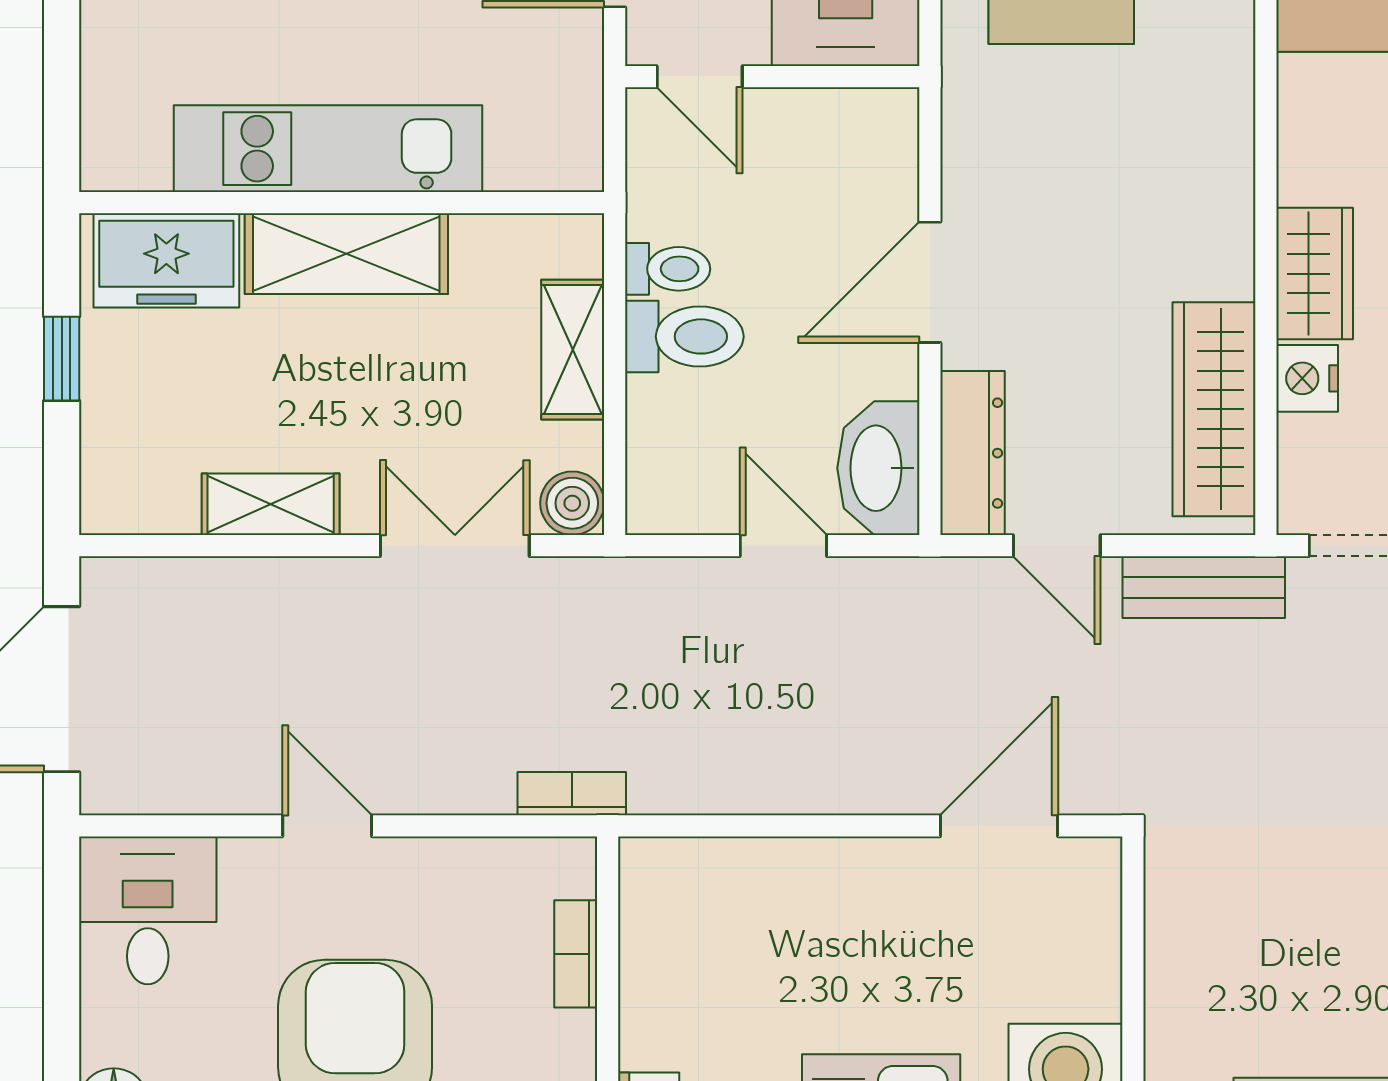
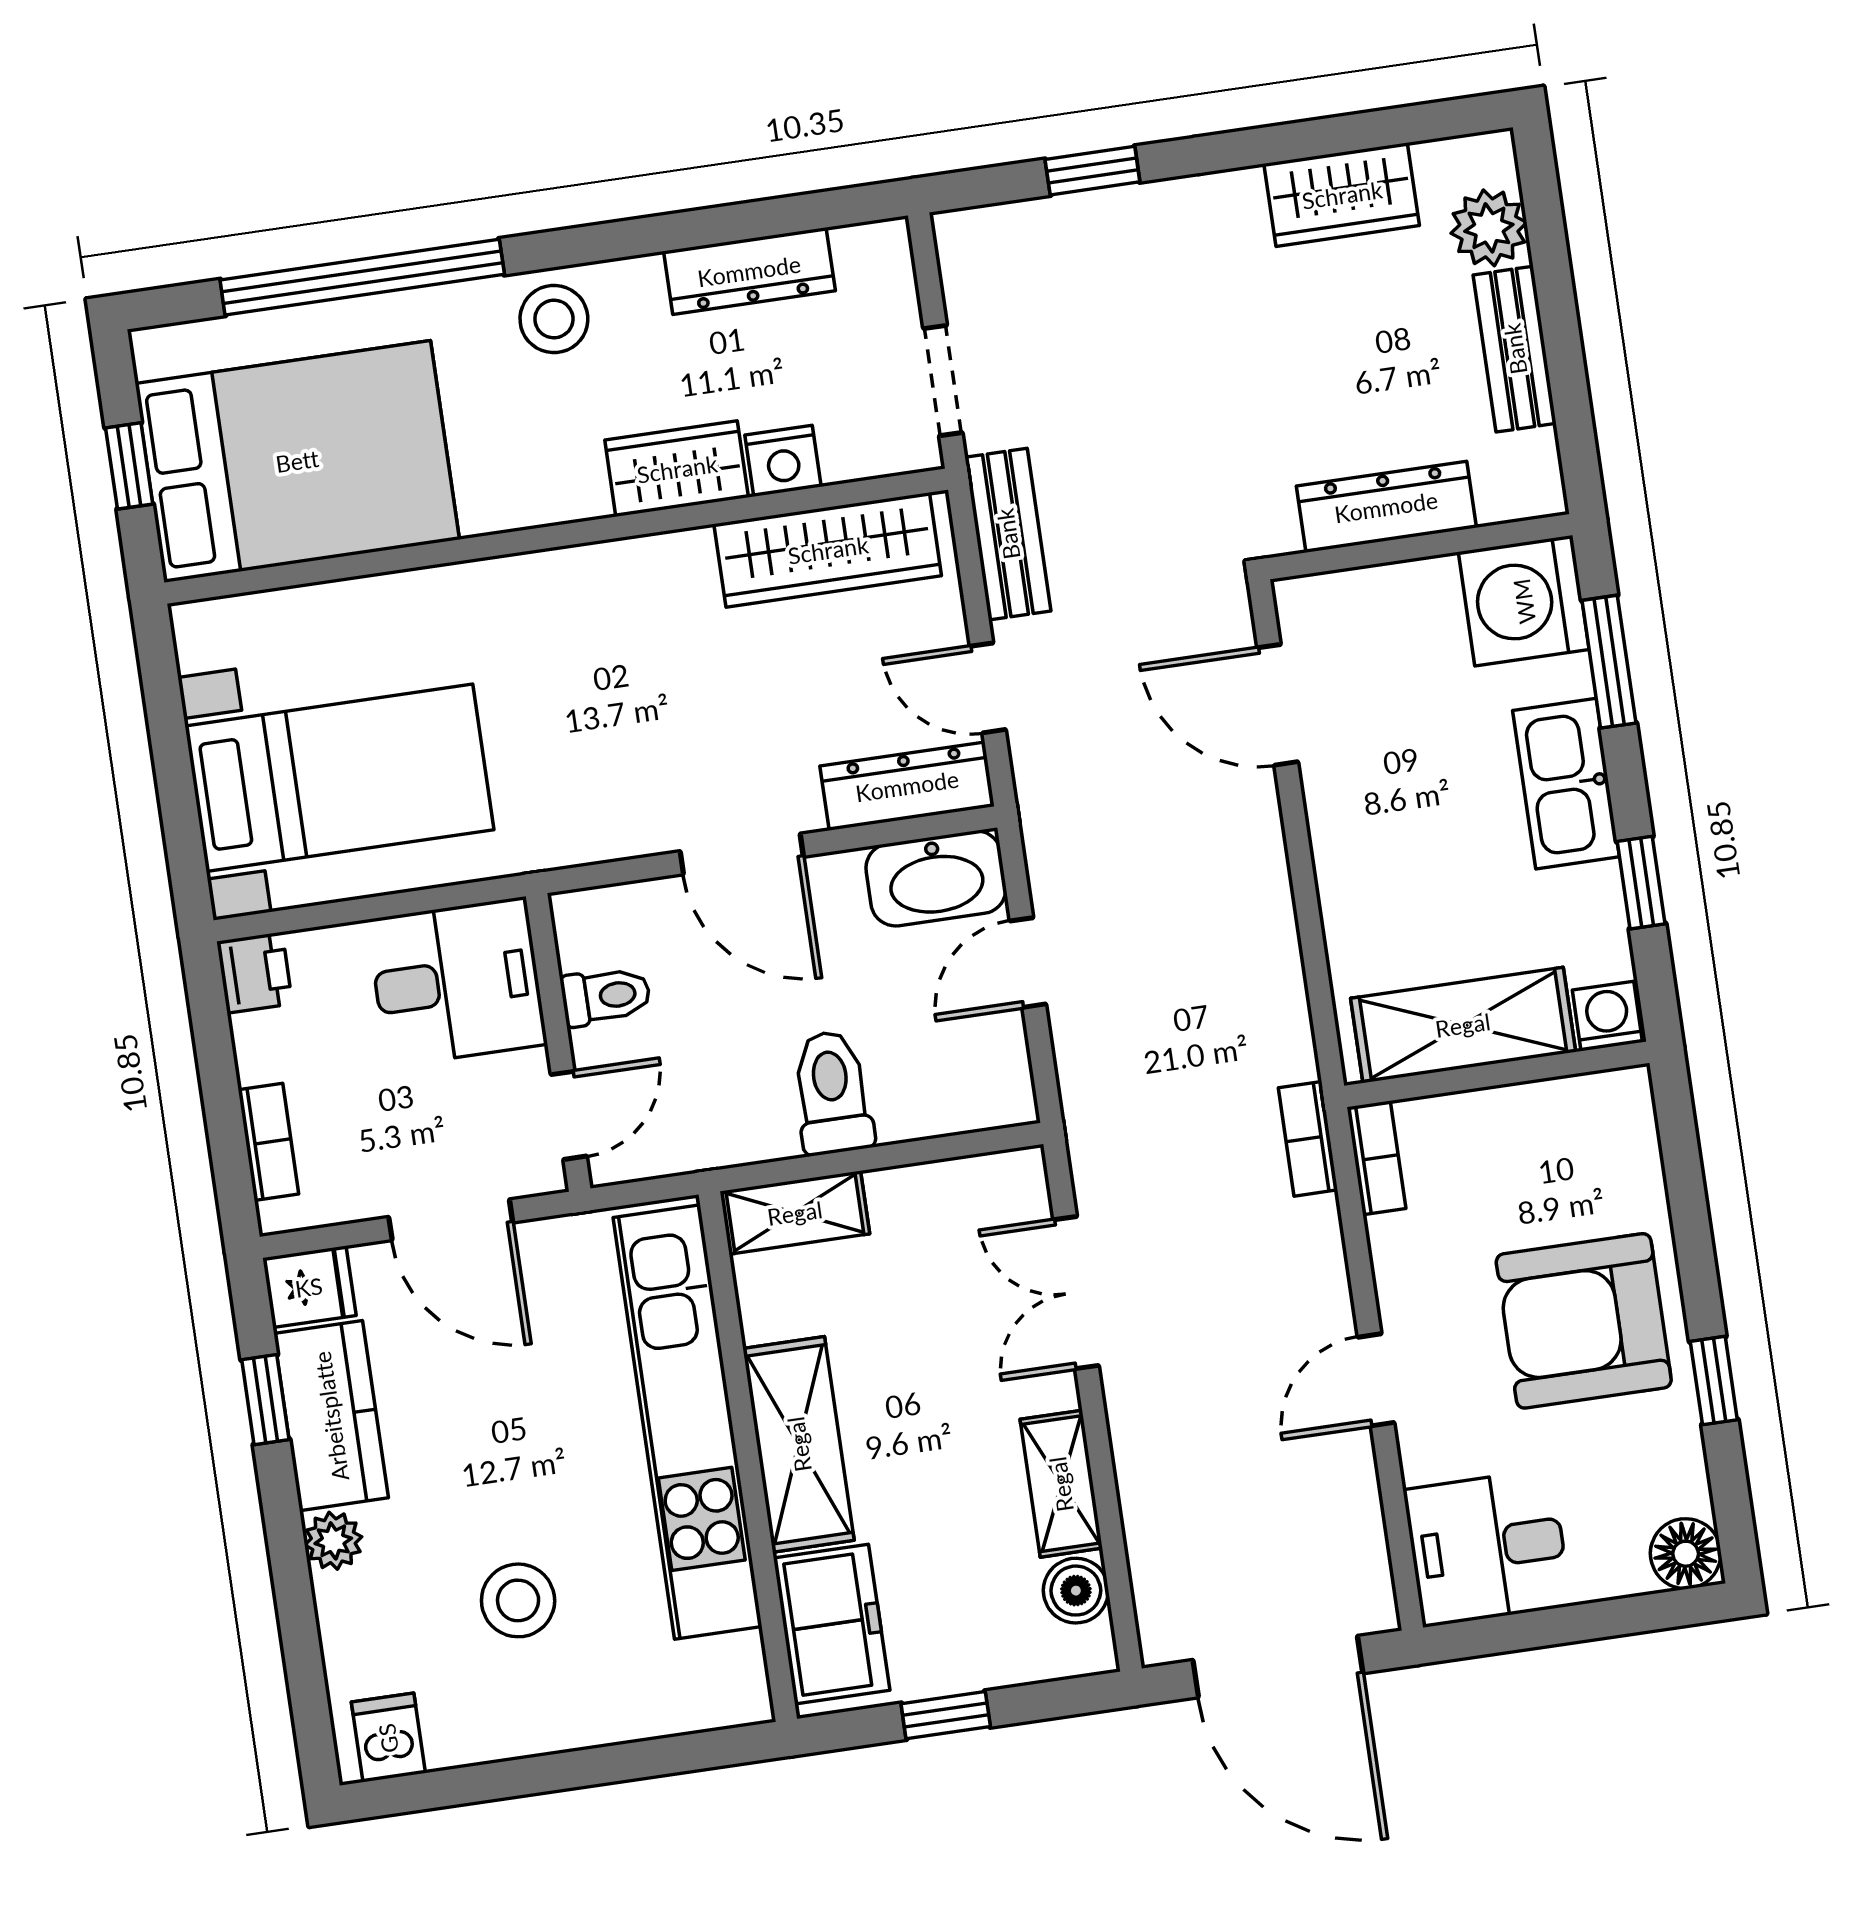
kitchen unit: (328, 149) -> (687, 1422), width x1.36
toilet: (668, 269) -> (606, 996), moved, turned 90
shelving: (573, 350) -> (795, 1213), moved
boiler: (572, 503) -> (1076, 1591), moved
door: (1057, 546) -> (988, 688), swing flipped
bookcase: (576, 954) -> (1376, 1158), moved, turned -90
dresser: (1177, 960) -> (1386, 507), added
shelving: (661, 961) -> (1463, 1025), added

